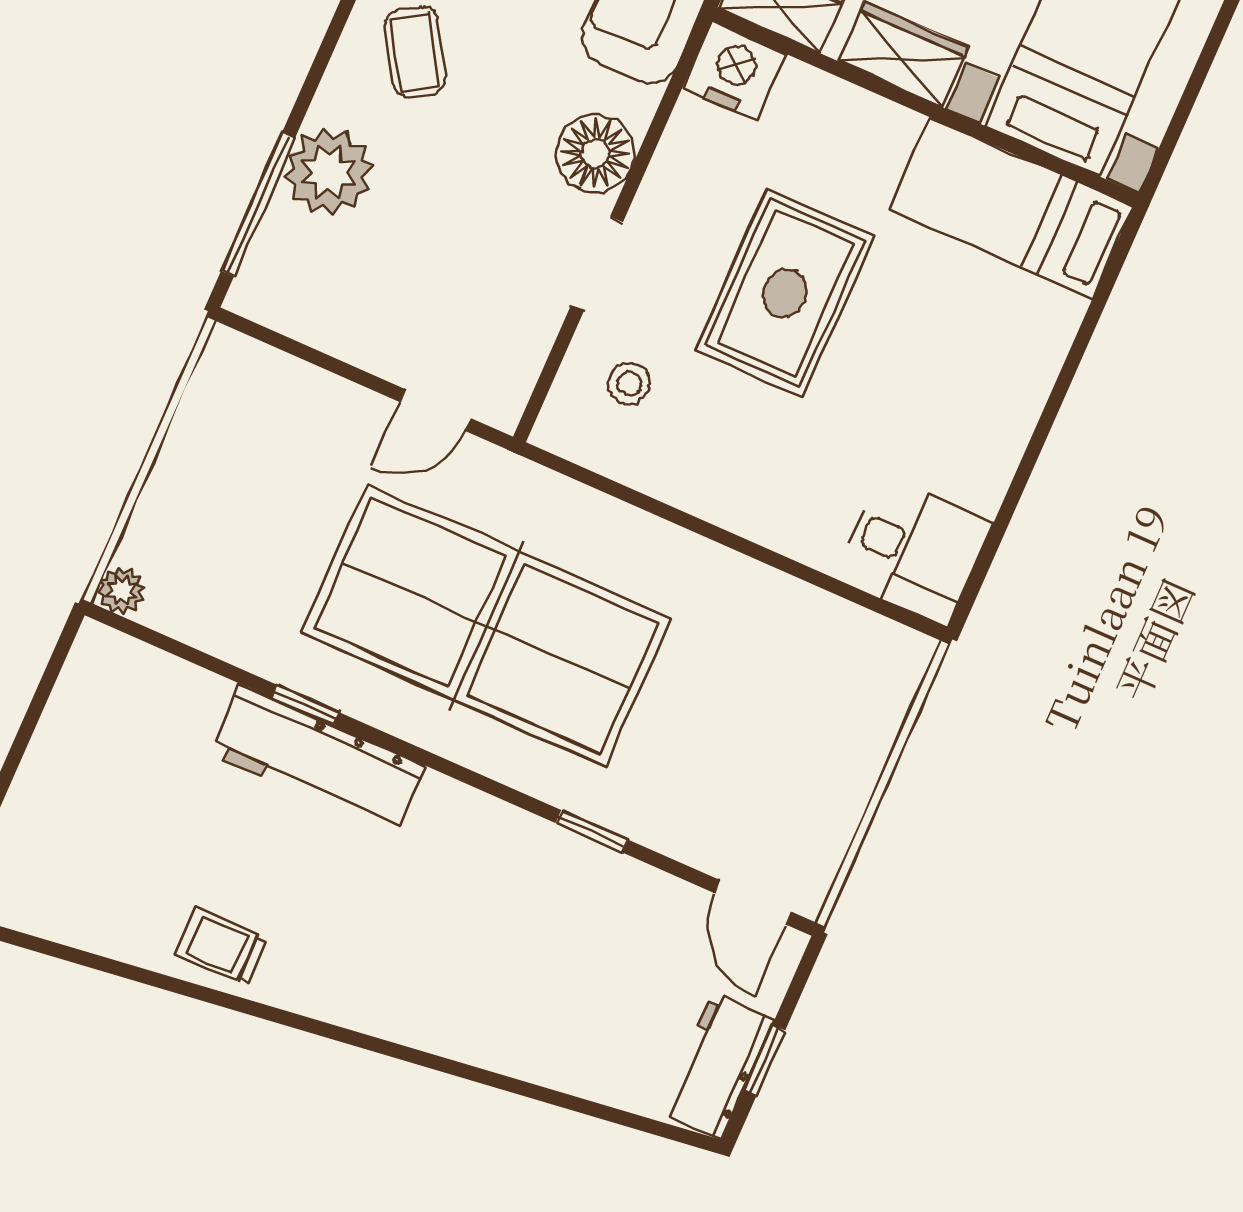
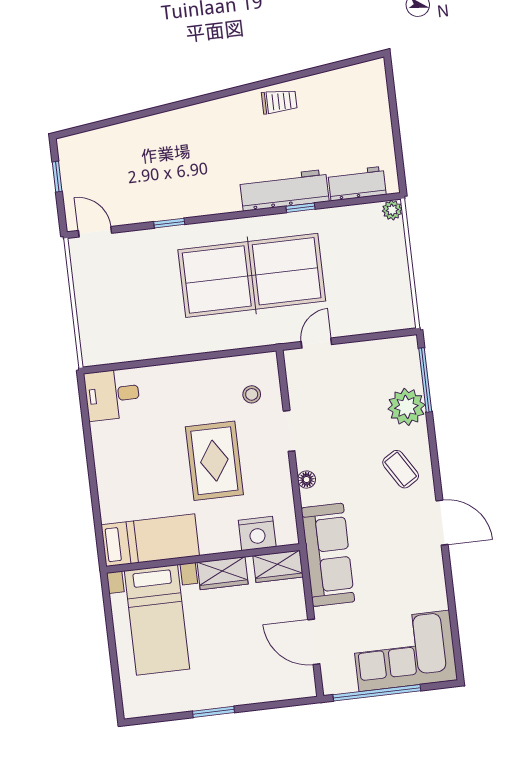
nightstand: (734, 71) -> (257, 534), moved
floor lamp: (595, 153) -> (307, 480), width x0.53, depth x0.53
workbench: (717, 1066) -> (357, 184), moved, turned -90

